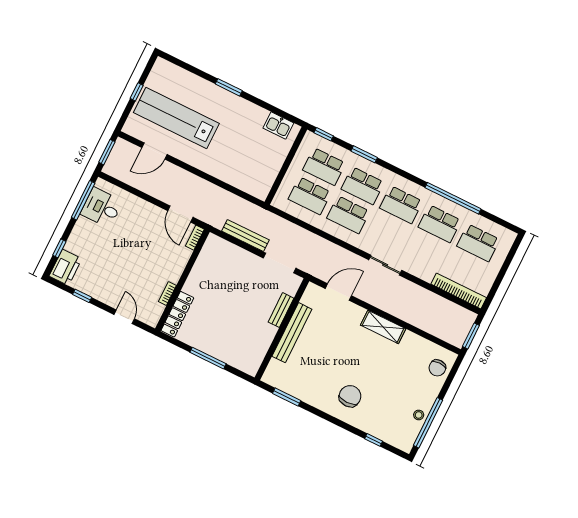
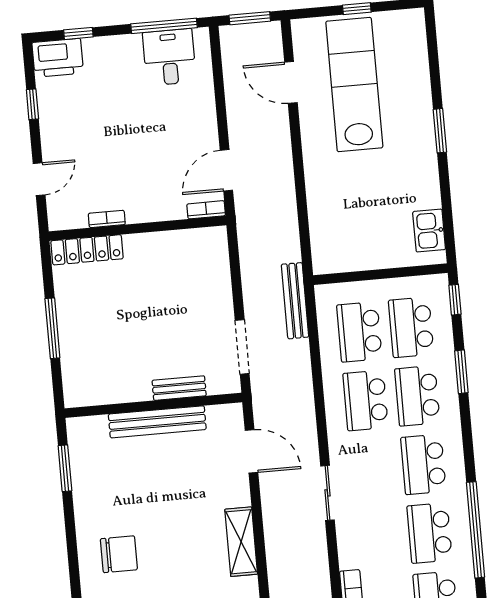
bench: (245, 235) -> (295, 301), moved

